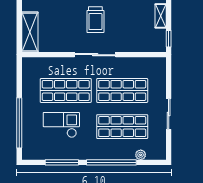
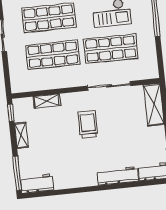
shelving: (133, 46) -> (47, 101), added
sliding door: (95, 55) -> (109, 86), moved

